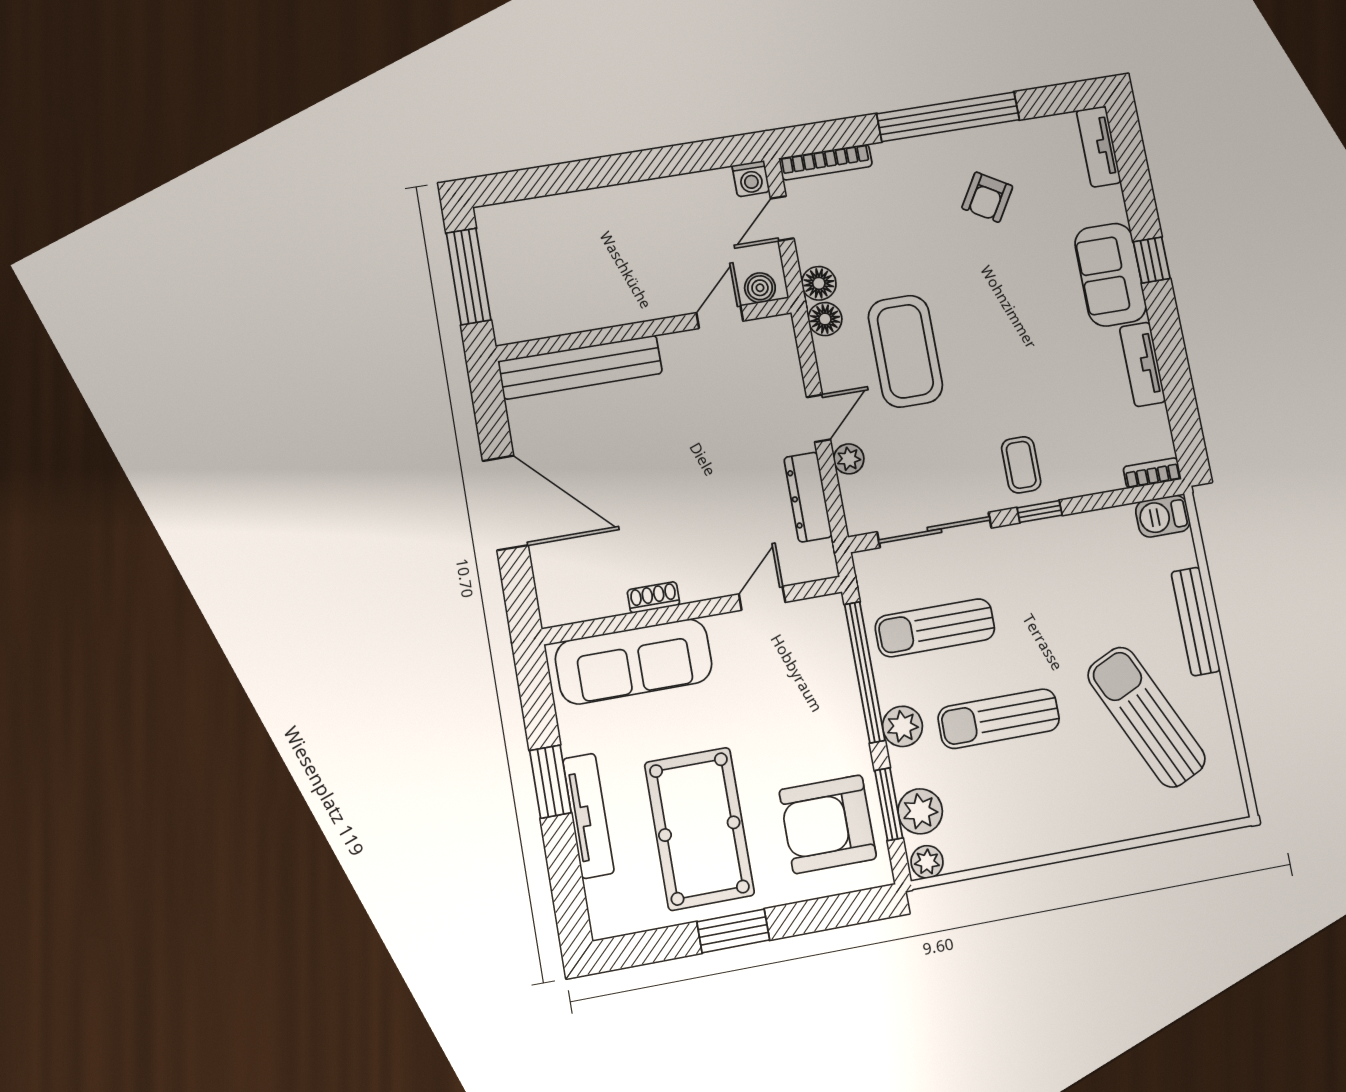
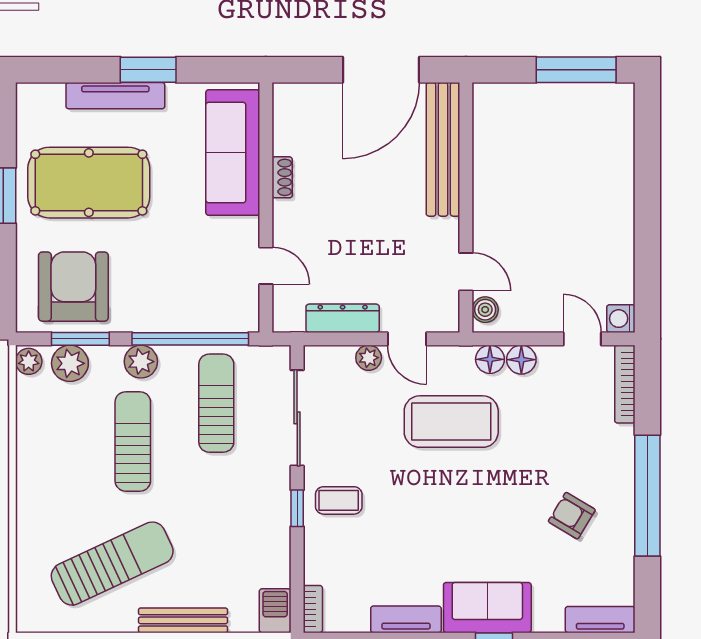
boiler: (760, 288) -> (485, 310), moved
door: (720, 317) -> (466, 272), moved
wall: (644, 329) -> (466, 207), moved
bench: (580, 367) -> (443, 149), moved

